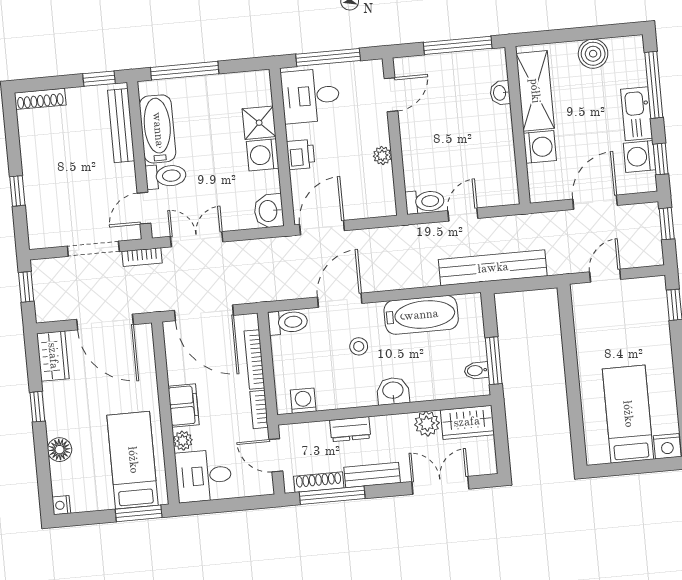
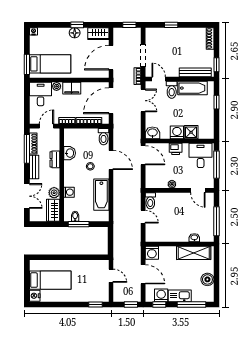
window: (185, 71) -> (217, 102), width x0.46
washing machine: (540, 147) -> (152, 253), moved
bench: (493, 268) -> (119, 227), removed
washbasin: (393, 391) -> (70, 153), moved
washing machine: (303, 401) -> (69, 192), moved
floor lamp: (60, 450) -> (75, 33), moved

